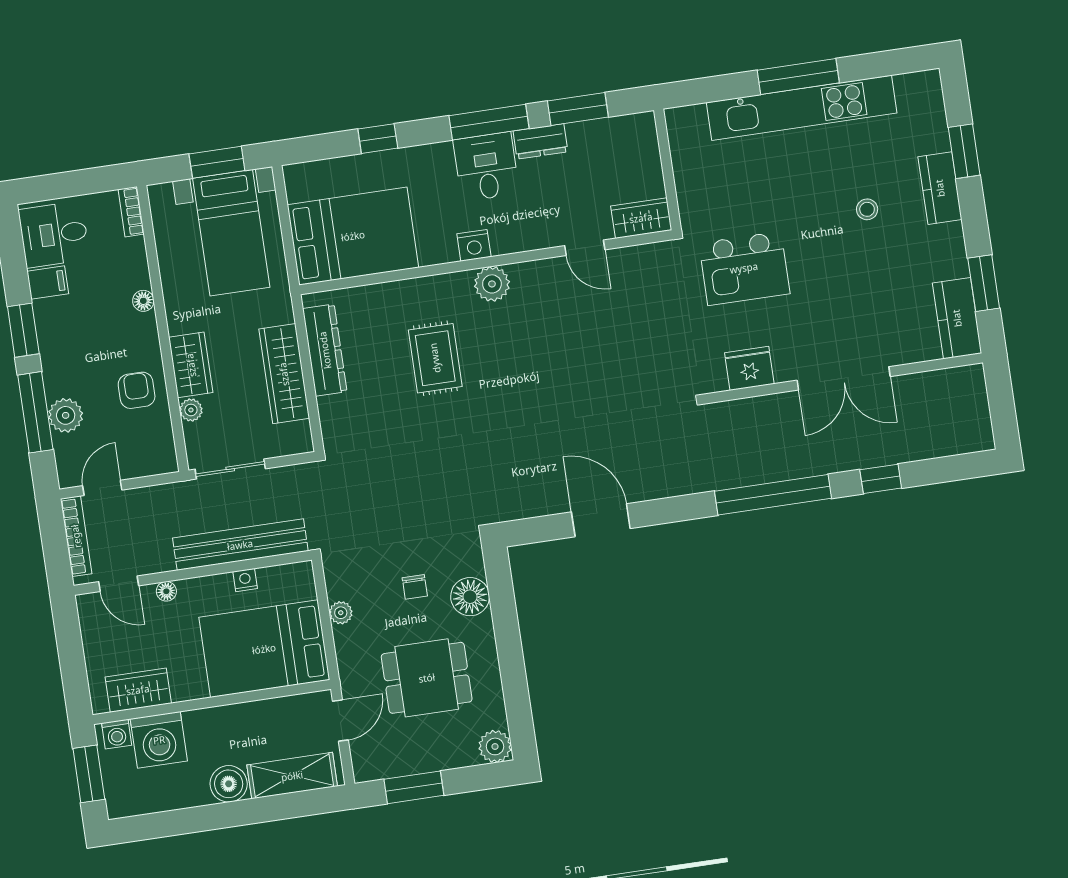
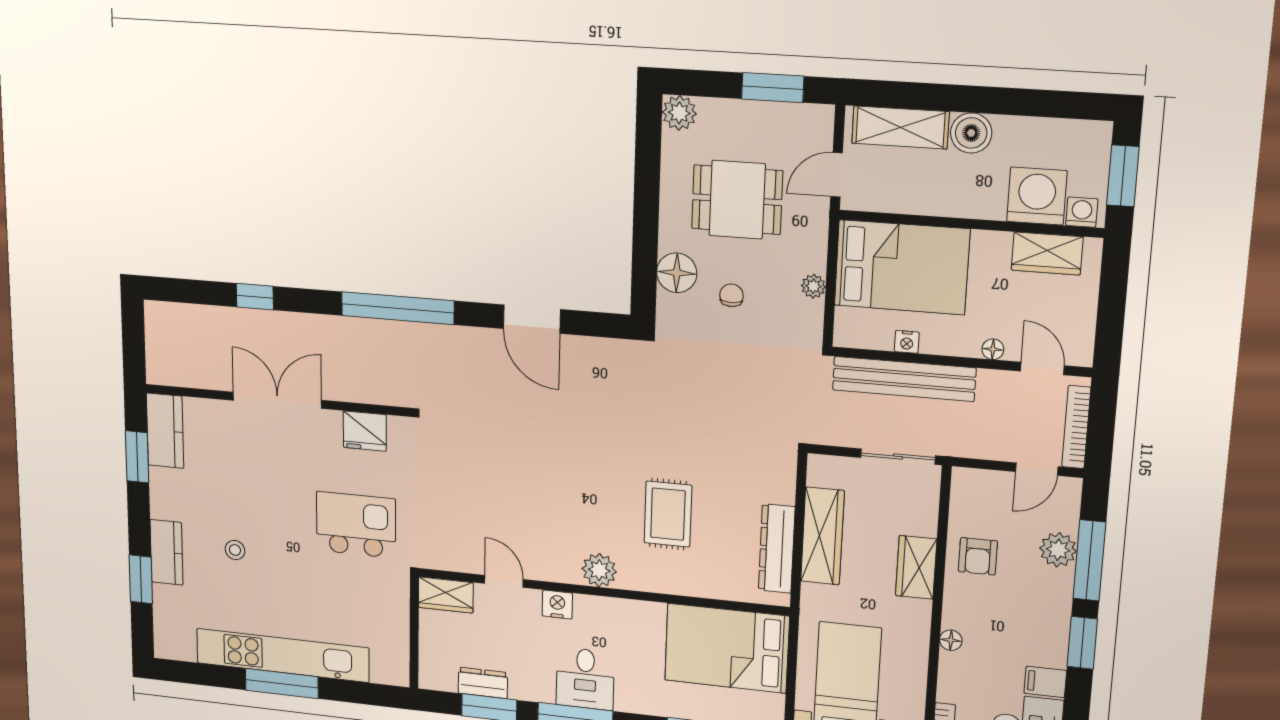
dresser: (540, 141) -> (483, 683), moved
nightstand: (474, 245) -> (557, 605), moved
plant: (191, 410) -> (926, 524), removed
window: (773, 495) -> (398, 308), moved

